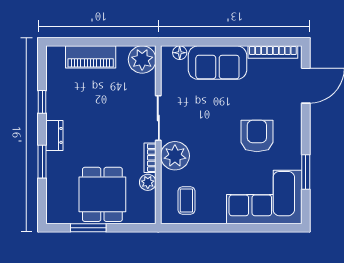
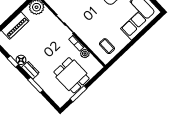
floor lamp: (55, 110) -> (21, 60), added
plant: (175, 156) -> (86, 33), removed

